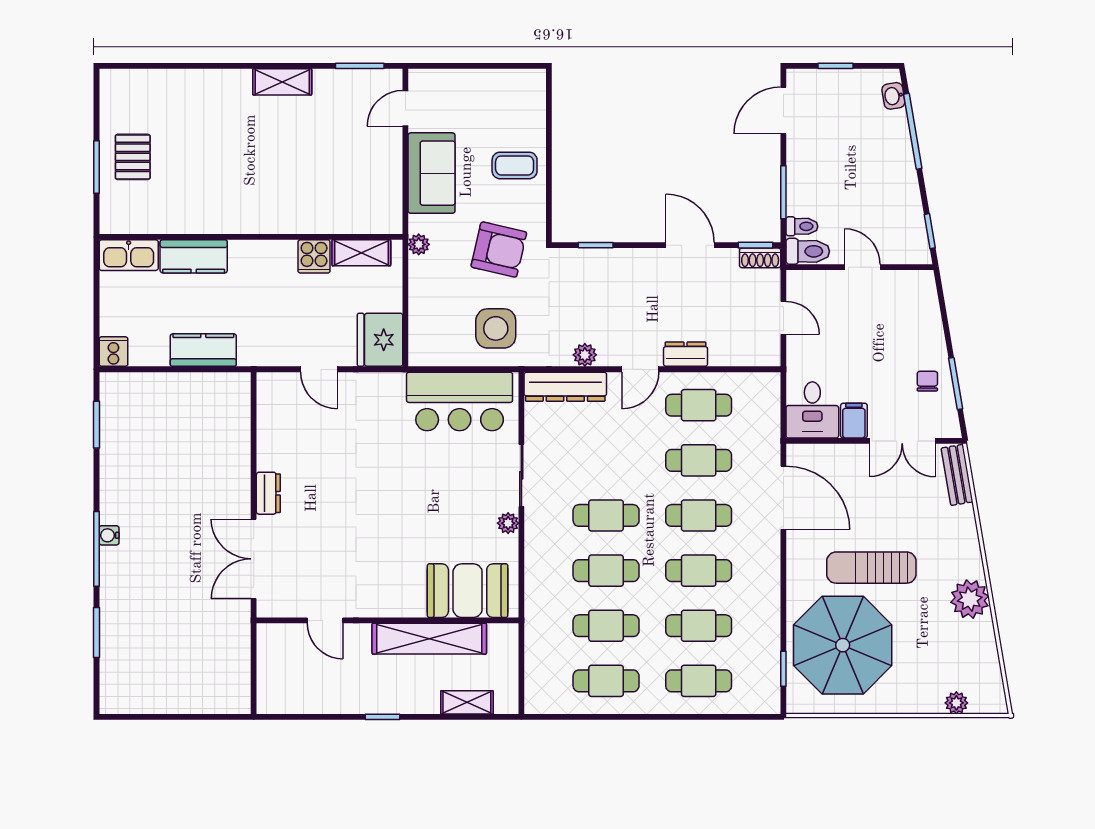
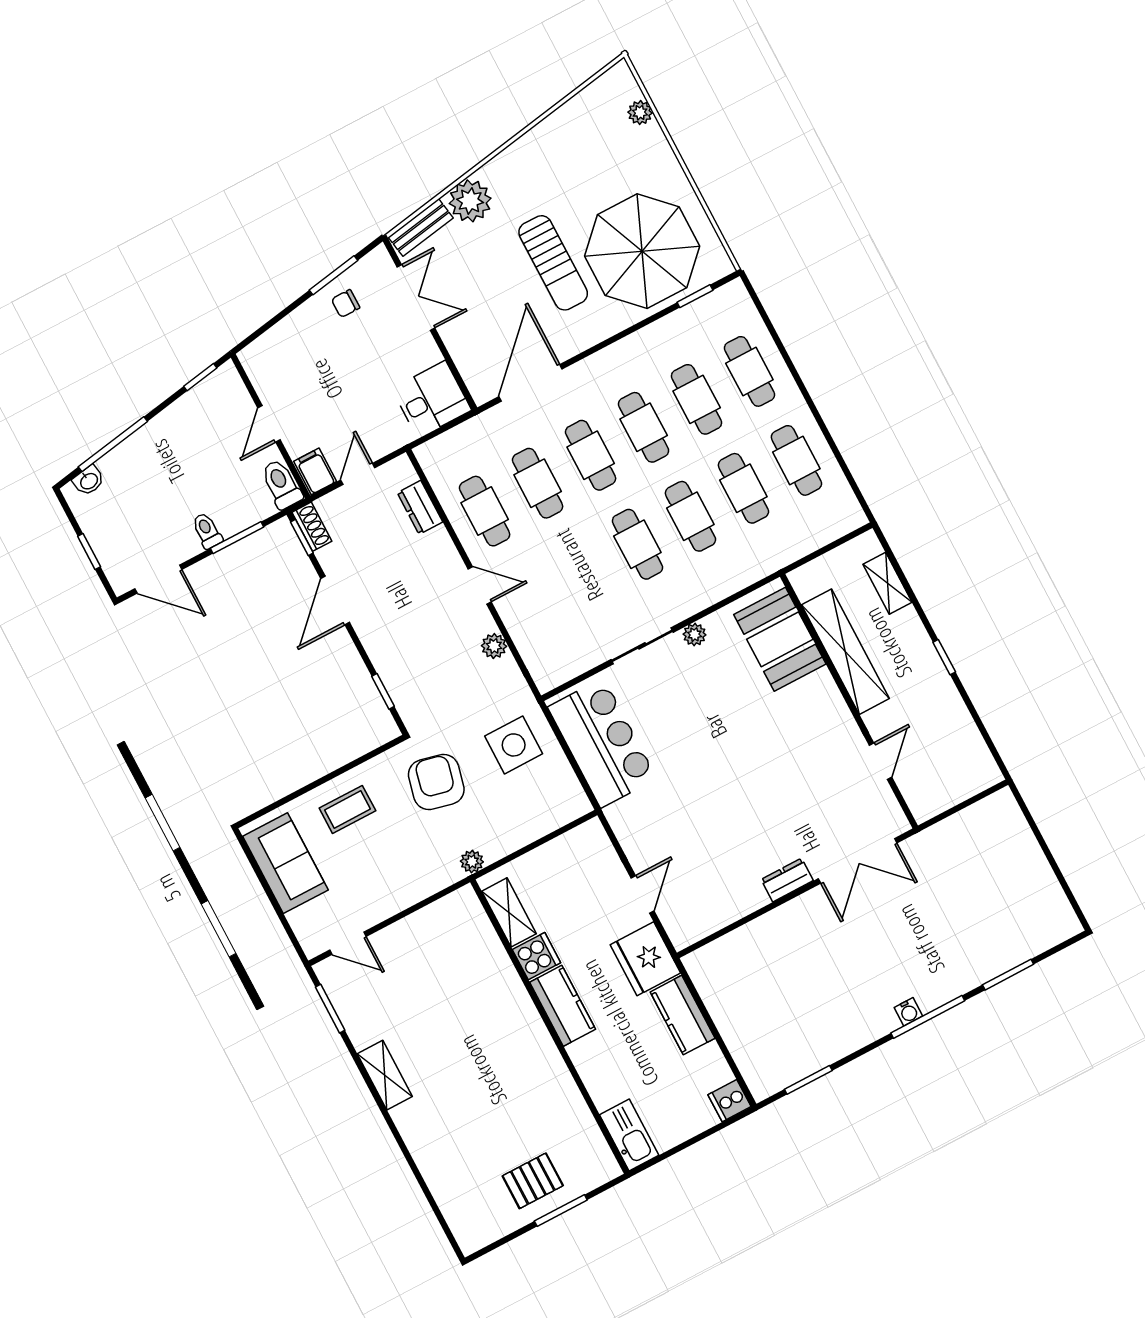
coffee table: (515, 165) -> (347, 809), turned 90
sofa: (432, 173) -> (285, 863), moved, turned 90
toilet: (802, 226) -> (207, 531), moved
kitchen counter: (194, 256) -> (563, 1006), moved
fridge: (380, 340) -> (645, 959), moved, turned 90
dresser: (685, 354) -> (420, 507), moved
dresser: (565, 387) -> (534, 649), removed
filing cabinet: (854, 421) -> (315, 471), moved, turned 90
plant: (970, 599) -> (470, 201), moved

